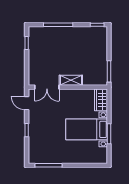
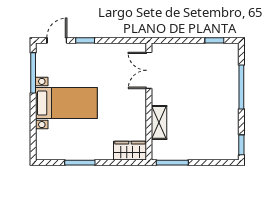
shelving: (71, 80) -> (159, 122), moved
door: (27, 103) -> (57, 40), moved
bed with nightstands: (87, 129) -> (66, 103), moved, turned 90

